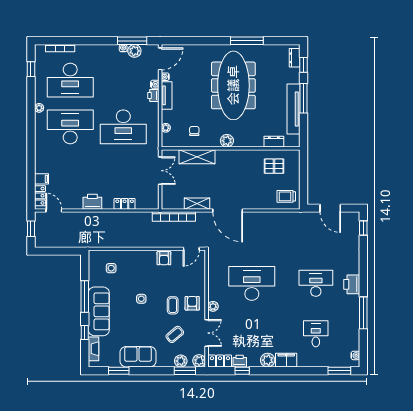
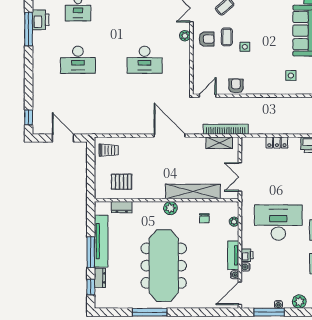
plant: (134, 51) -> (299, 302), moved
dresser: (295, 58) -> (100, 278), moved
shelving: (197, 157) -> (193, 192), width x1.47
shelving: (197, 204) -> (219, 143), moved
desk: (252, 283) -> (145, 60), width x0.73, depth x0.77
printer: (352, 284) -> (41, 20), moved
side table: (141, 299) -> (245, 47), moved
armchair: (192, 303) -> (207, 39), turned -90

